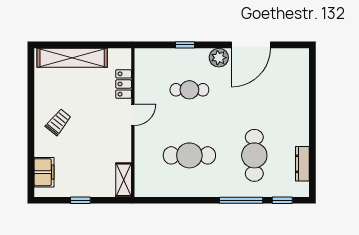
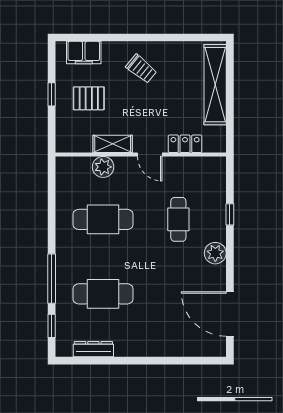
door: (251, 45) -> (230, 314), moved
plant: (144, 155) -> (103, 167), added
cafe table: (189, 155) -> (103, 219), turned 90
pallet: (84, 168) -> (89, 98), added
shelving: (124, 180) -> (113, 144), moved

